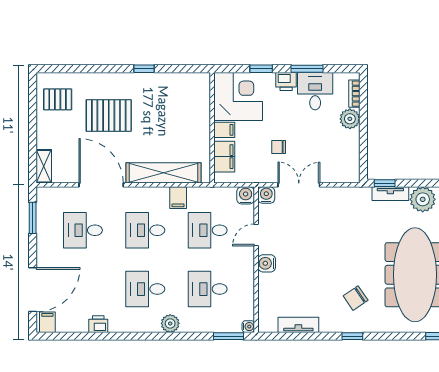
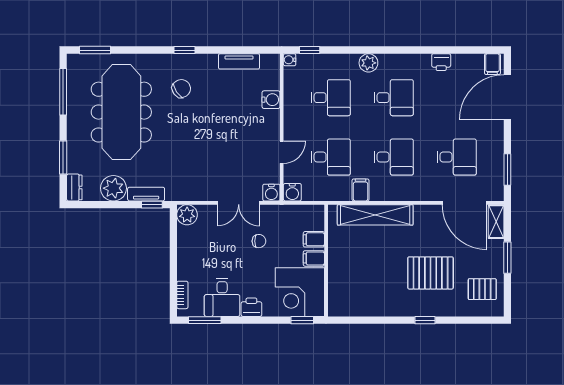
window: (144, 69) -> (425, 320), moved
window: (261, 69) -> (302, 320), moved
window: (307, 69) -> (205, 320), moved
plant: (350, 119) -> (187, 215), moved
window: (33, 131) -> (507, 258), added
filing cabinet: (224, 157) -> (314, 239), width x0.50
door: (101, 185) -> (464, 203), moved
water cooler: (267, 263) -> (271, 100), moved
window: (228, 336) -> (310, 50), width x0.67

